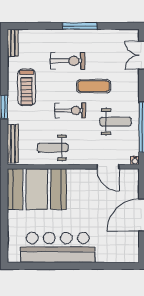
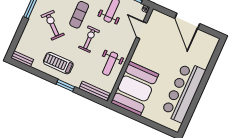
exercise bike: (68, 61) -> (53, 25), turned -48
treadmill: (27, 87) -> (58, 63), turned 180
door: (108, 167) -> (142, 30), swing flipped

